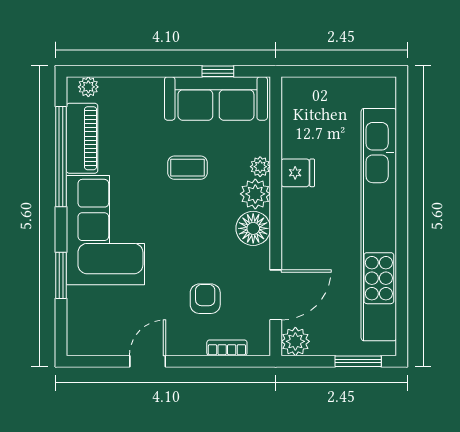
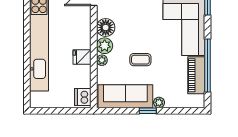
window: (218, 71) -> (148, 111), moved
plant: (88, 87) -> (159, 102), moved
dishwasher: (296, 97) -> (83, 97), added

